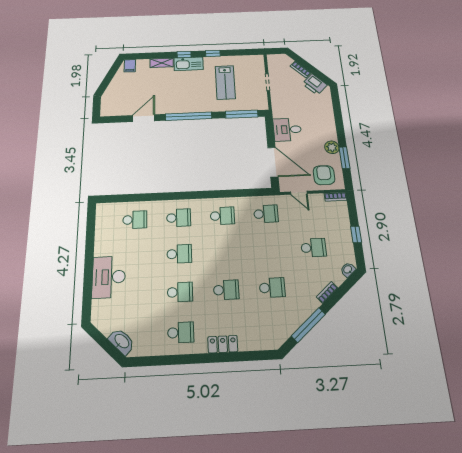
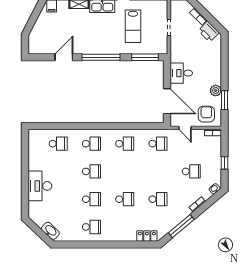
locker: (223, 344) -> (147, 236), moved

